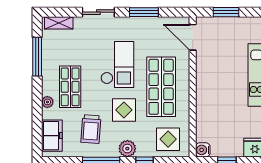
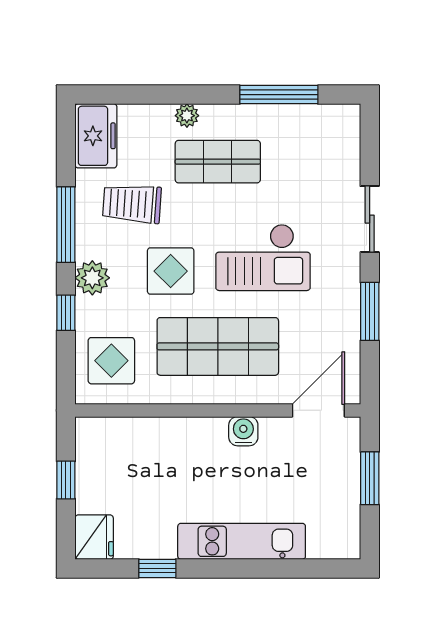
shelving: (59, 23) -> (348, 139), removed
freezer: (52, 136) -> (96, 136), moved, turned -90
water cooler: (203, 150) -> (243, 431), moved

